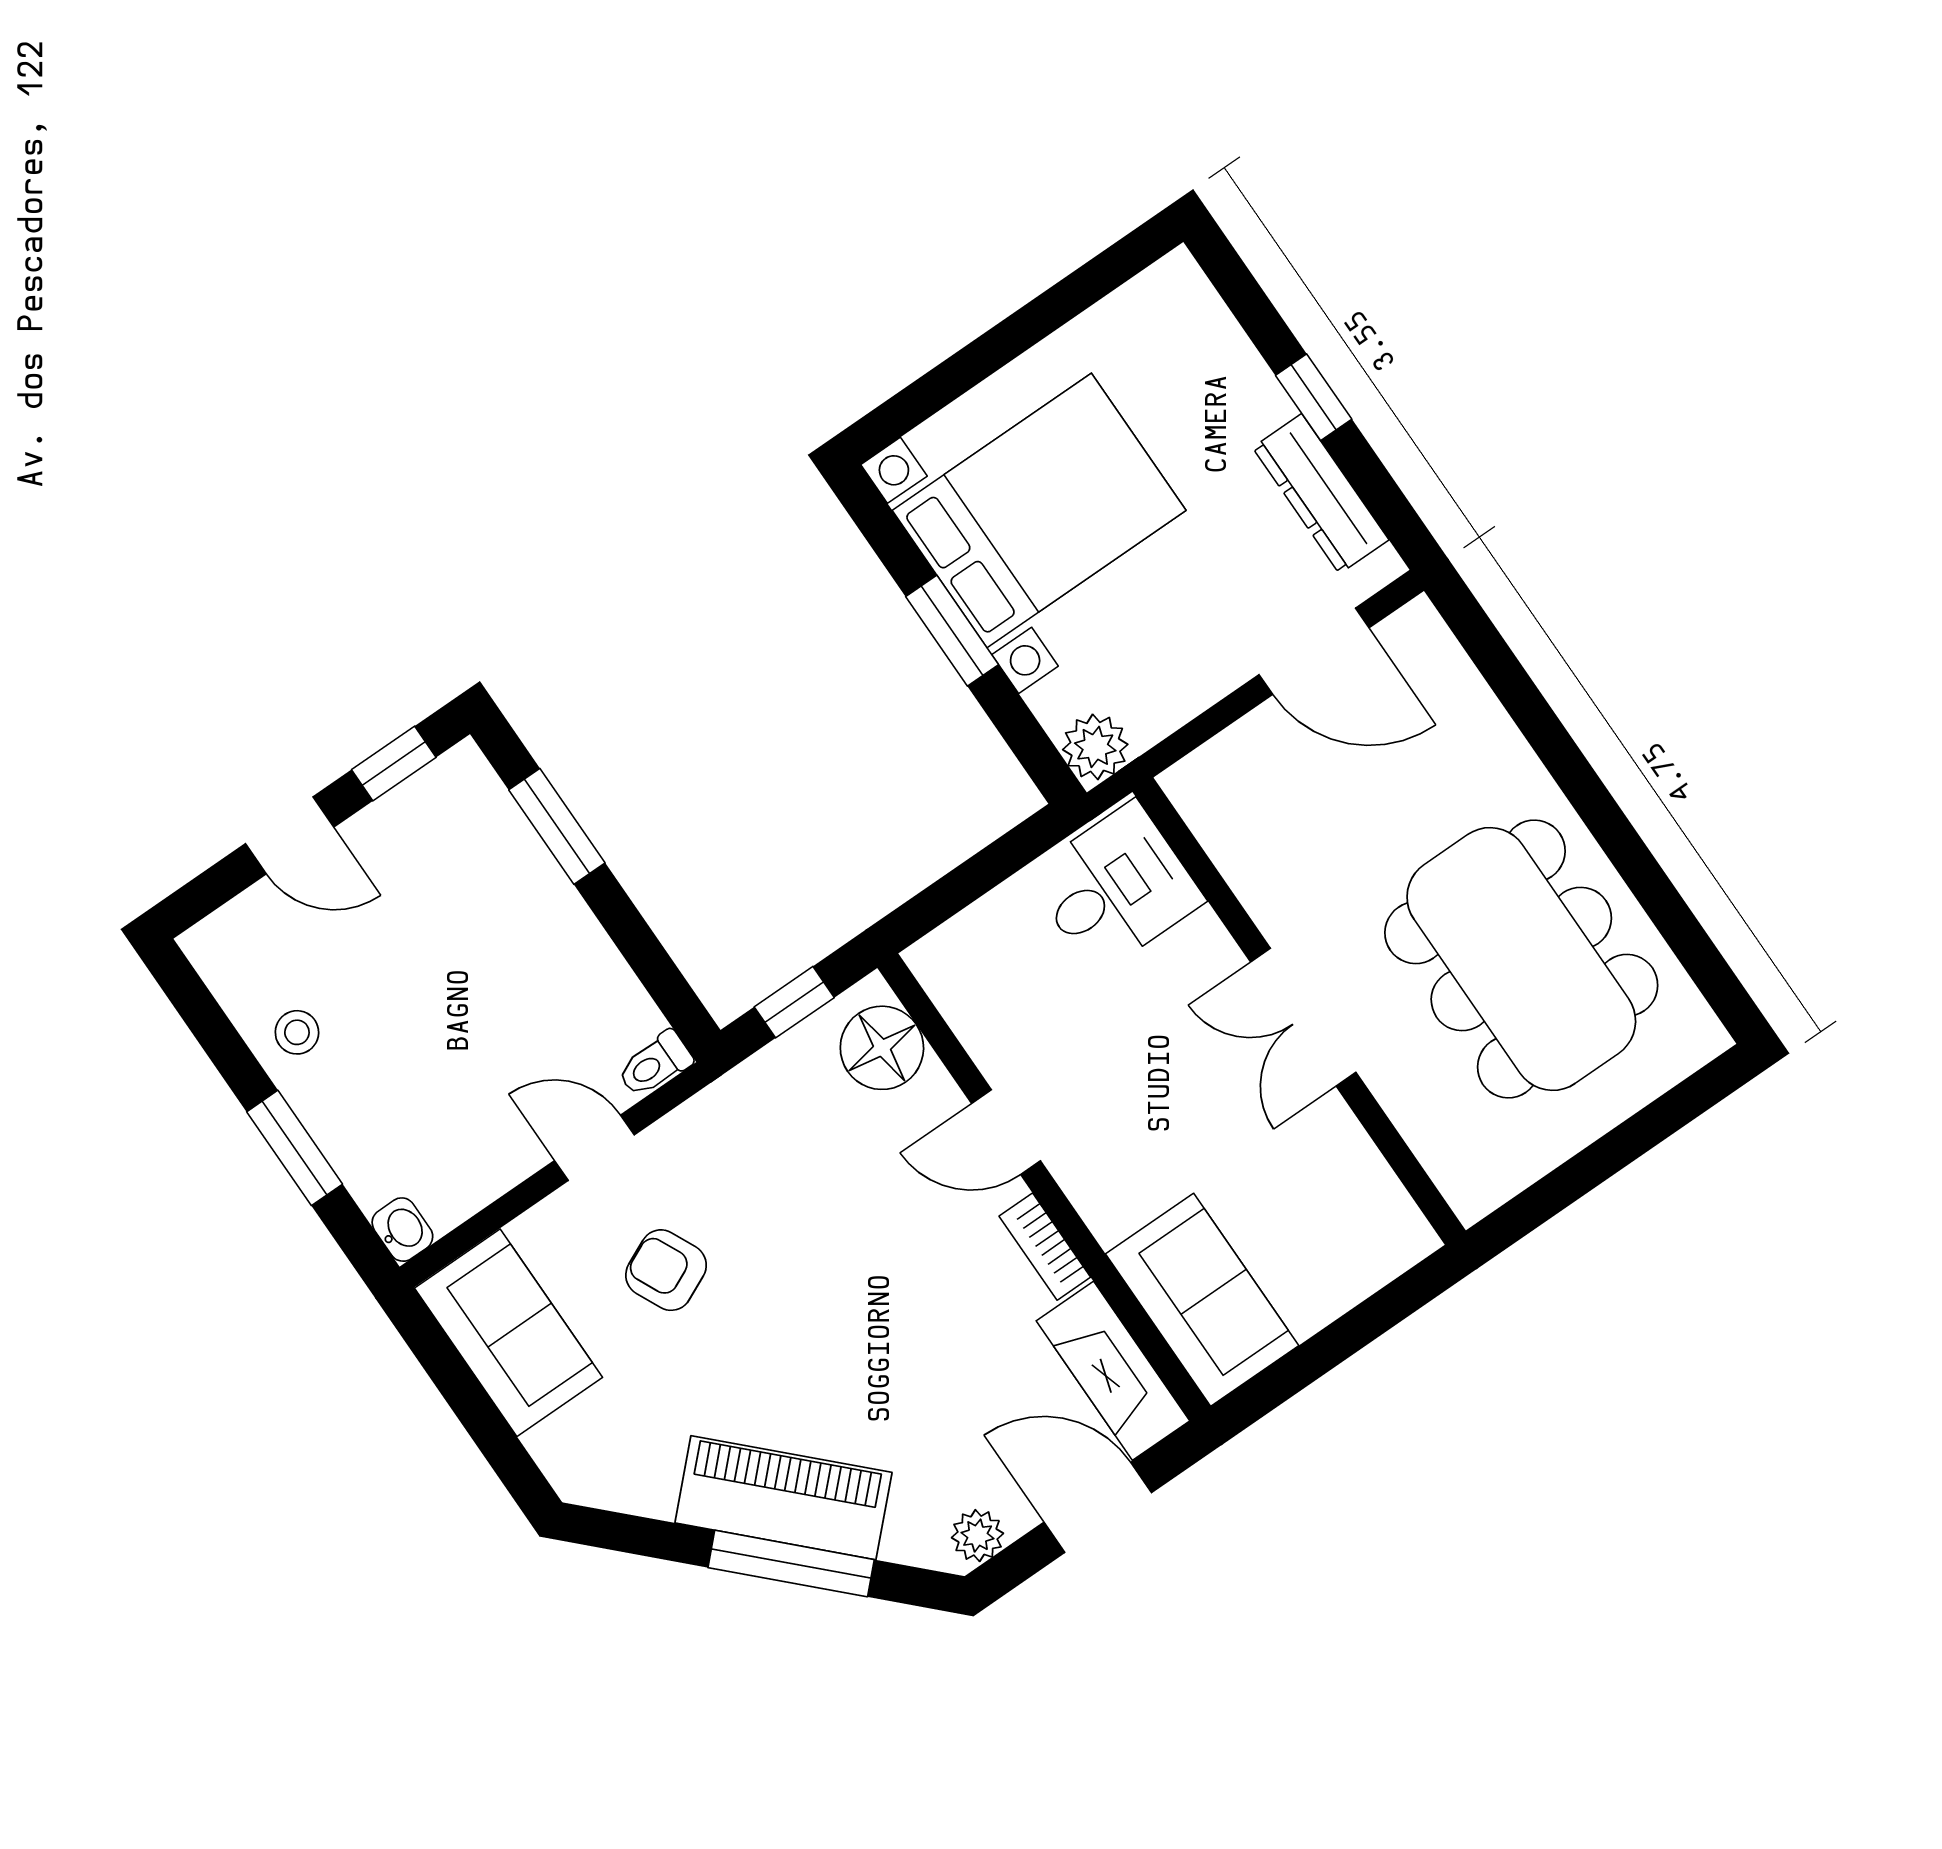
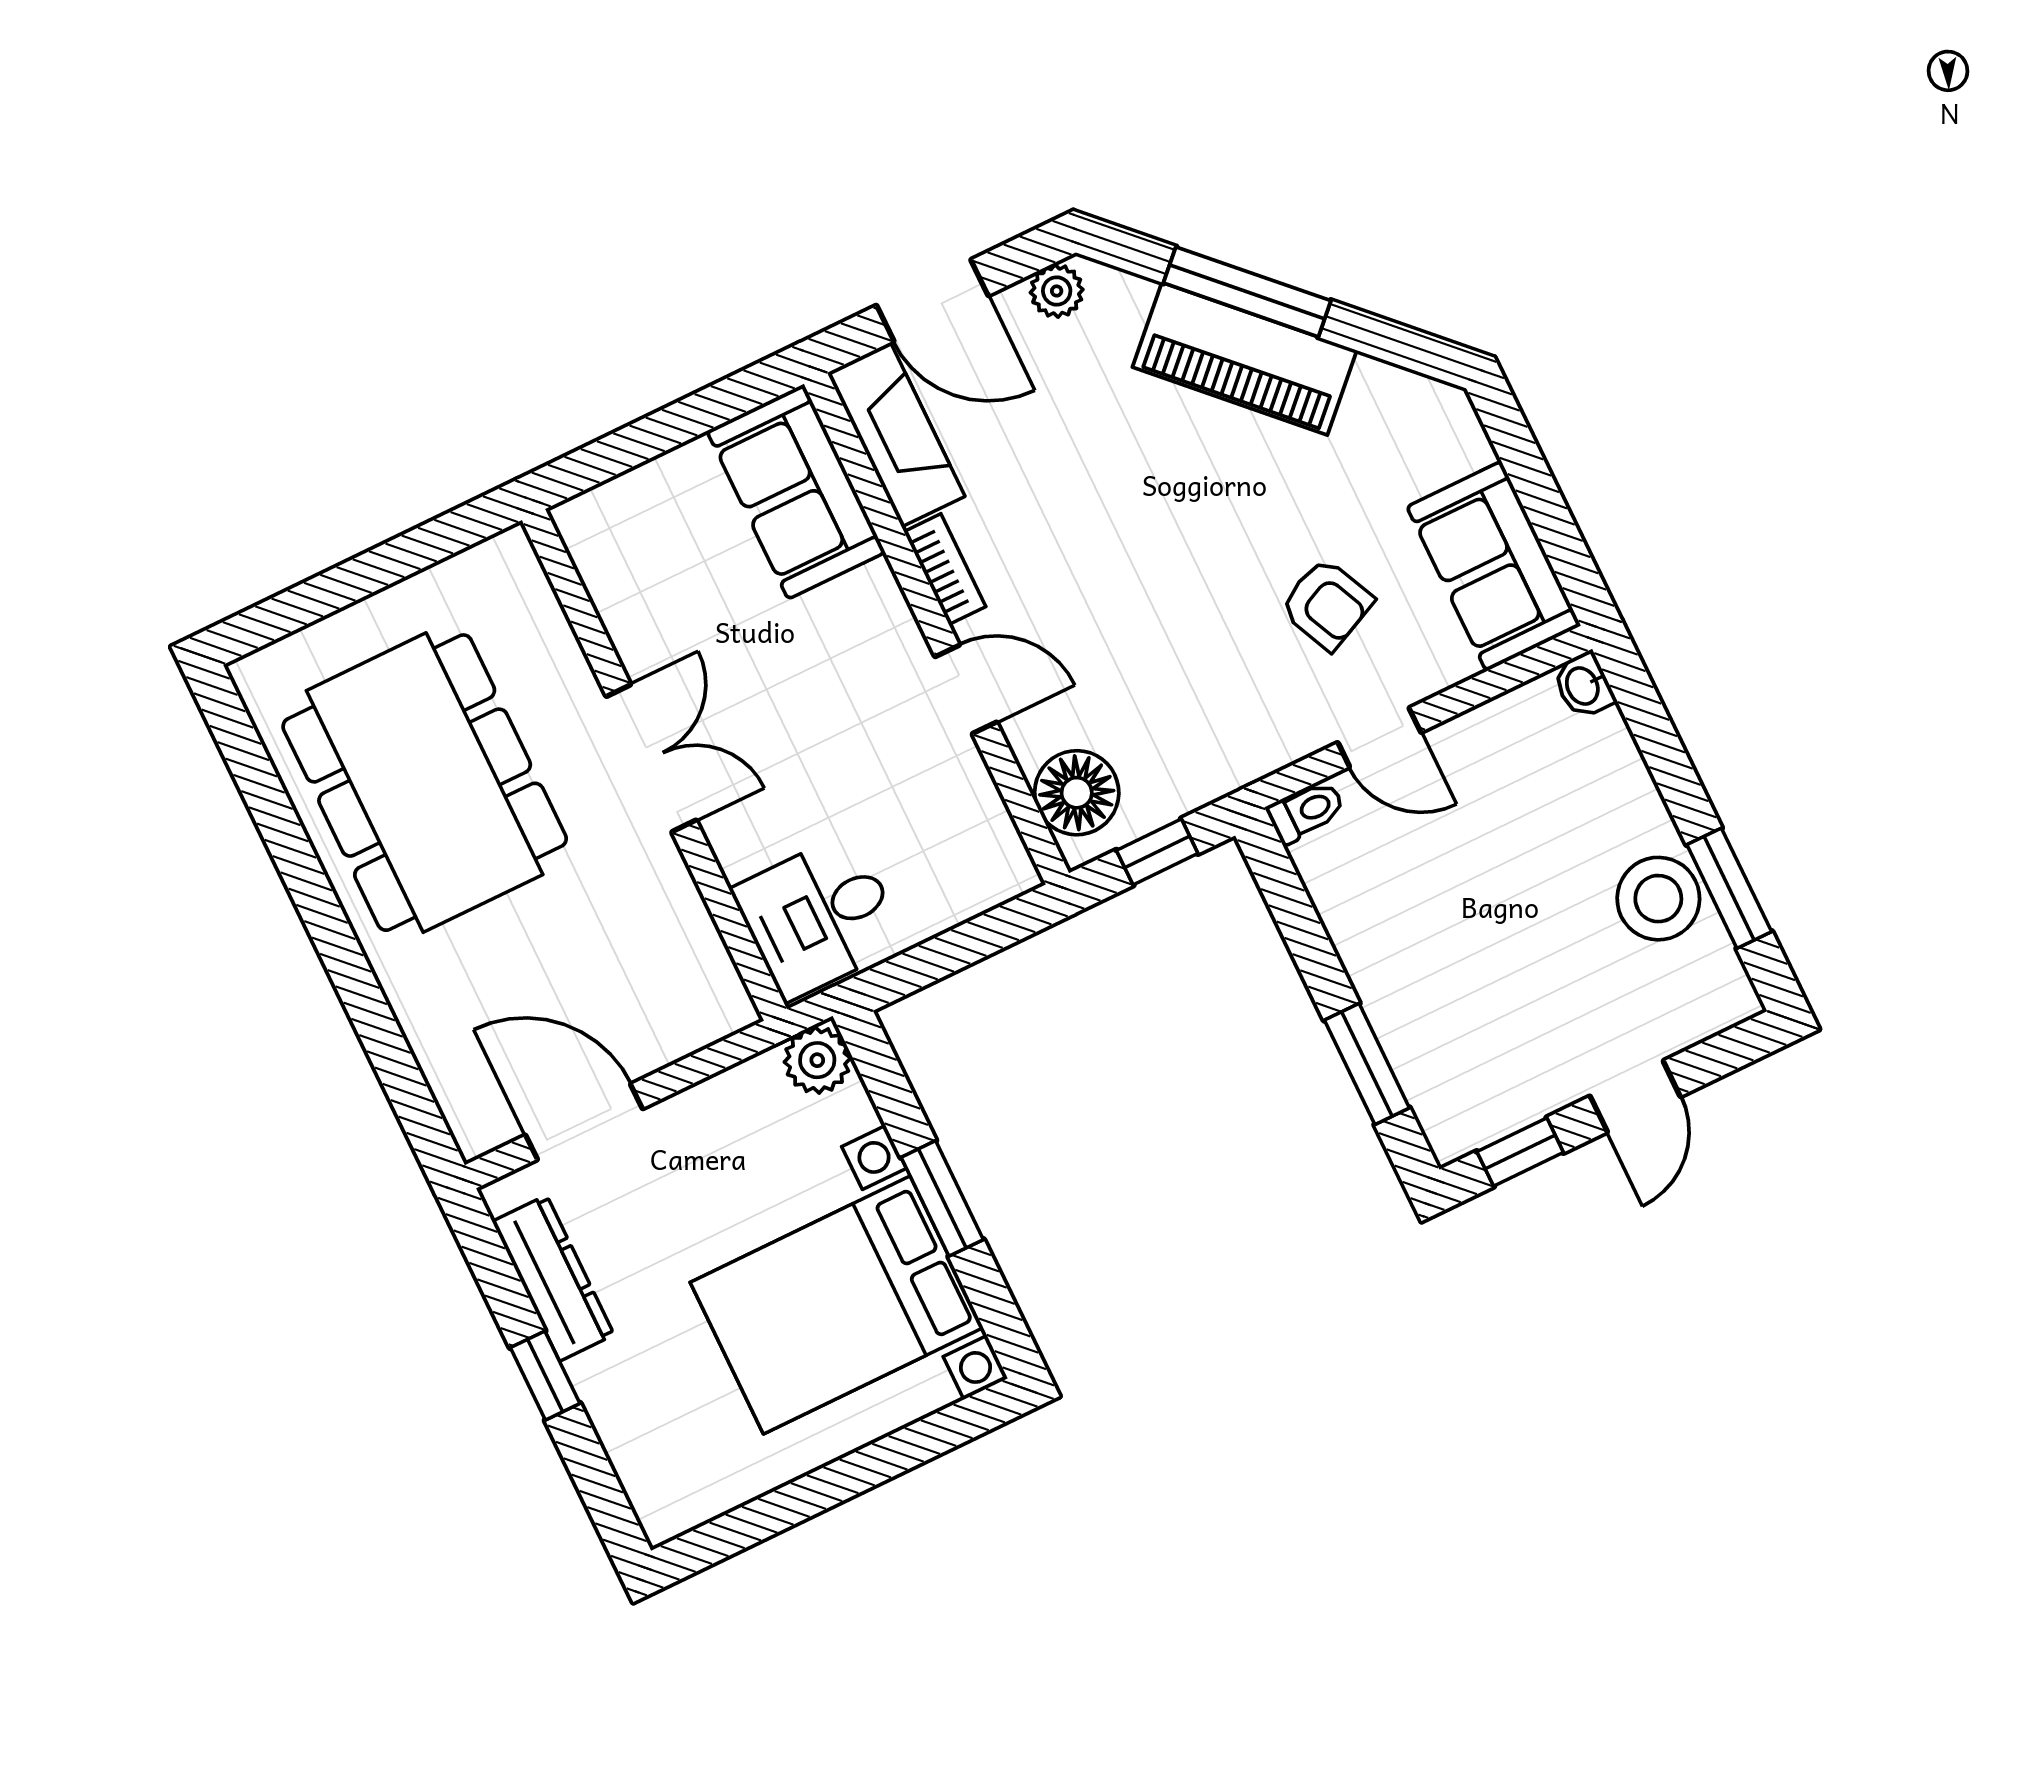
door: (290, 835) -> (1635, 1096), swing flipped
stool: (297, 1032) -> (1658, 899), width x1.89, depth x1.89
window: (295, 1148) -> (1729, 888), moved

